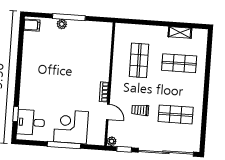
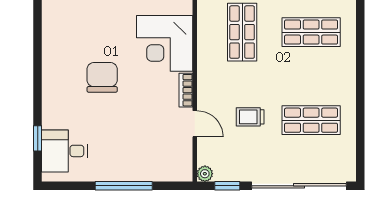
chair: (56, 81) -> (102, 77), added
corner desk: (71, 127) -> (165, 43), moved, turned -90

